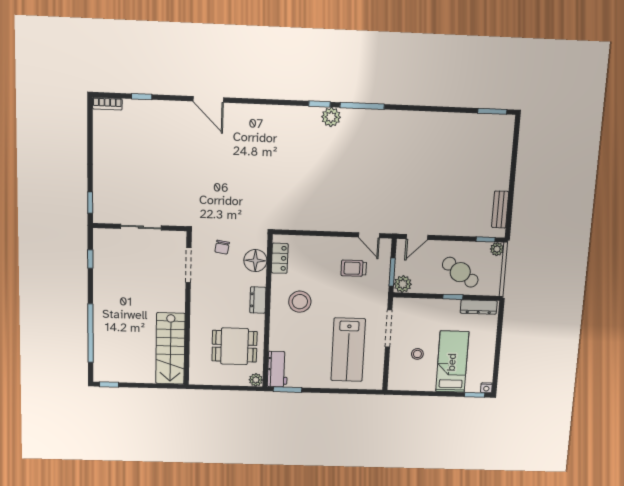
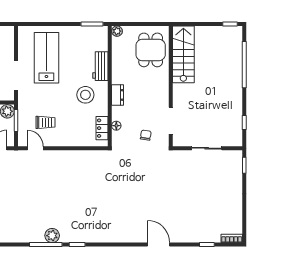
plant: (331, 117) -> (52, 236), moved
floor lamp: (255, 261) -> (116, 126), width x0.53, depth x0.53
dining table: (235, 346) -> (151, 50), moved, turned 90
workbench: (278, 369) -> (100, 66), moved

